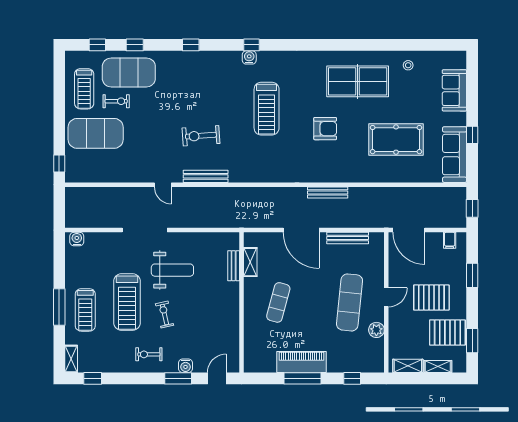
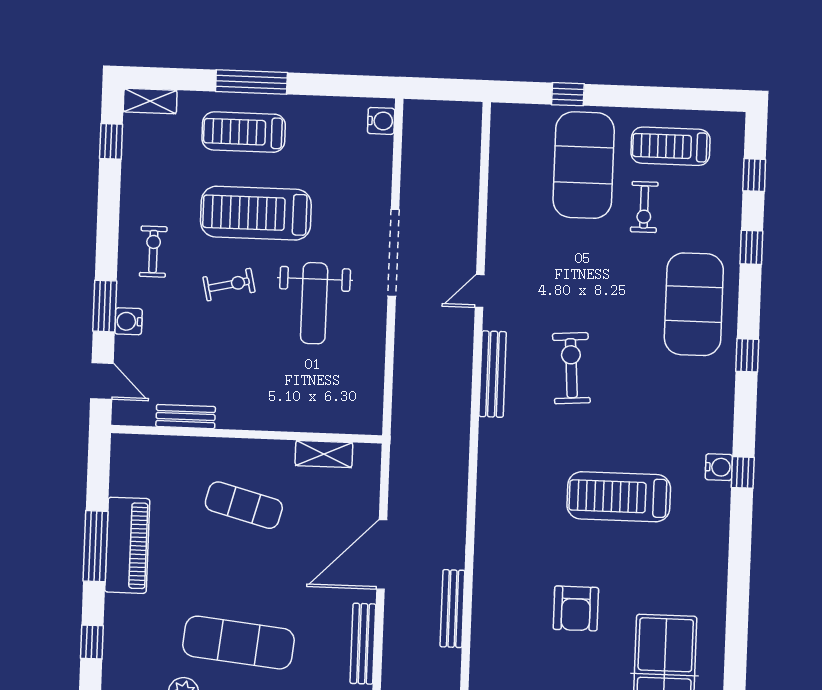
exercise mat: (129, 72) -> (694, 304), moved
window: (59, 163) -> (568, 94), moved
bench: (234, 266) -> (186, 417), moved

